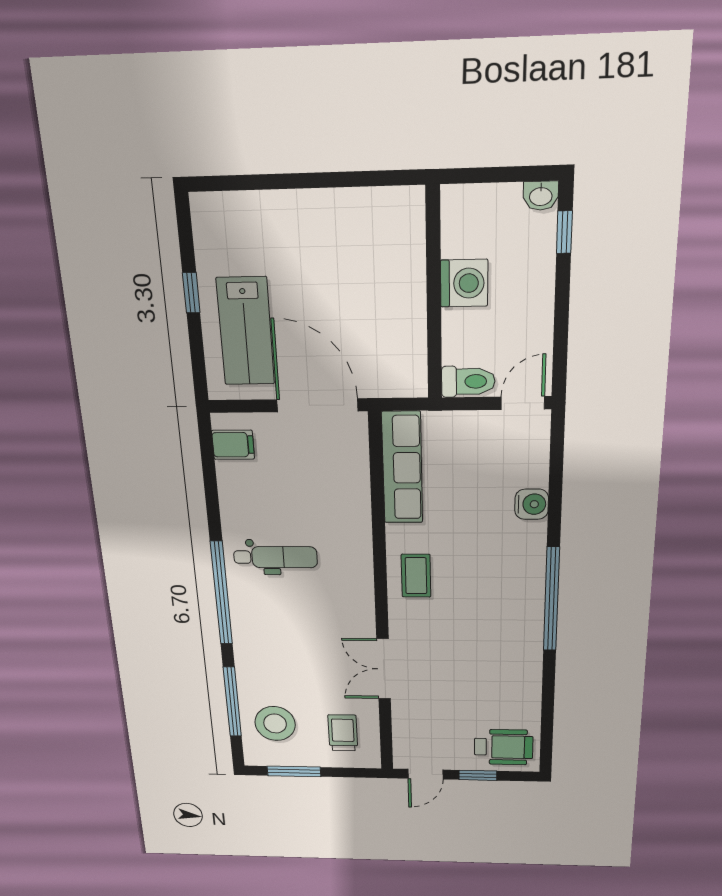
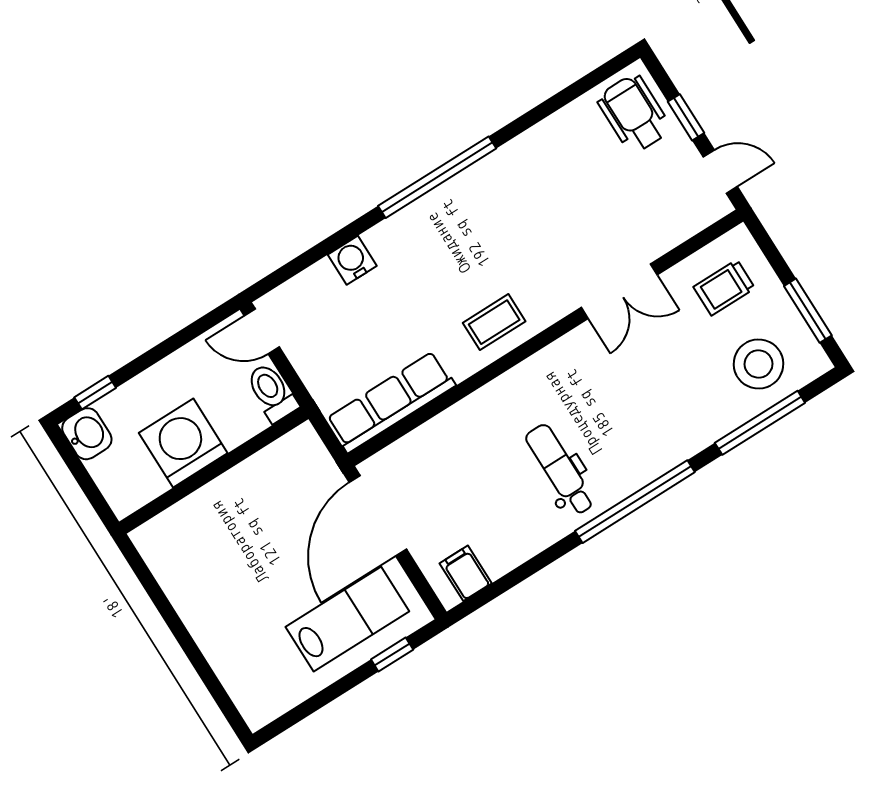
washbasin: (541, 196) -> (87, 434), width x1.38, depth x1.45
washing machine: (464, 283) -> (183, 443), width x1.37, depth x1.37
window: (191, 293) -> (392, 655), moved

